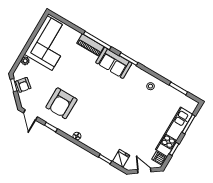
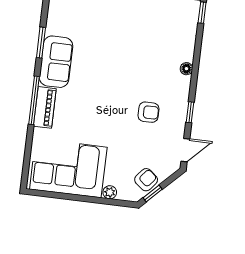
armchair: (61, 103) -> (149, 112), width x0.53, depth x0.53

